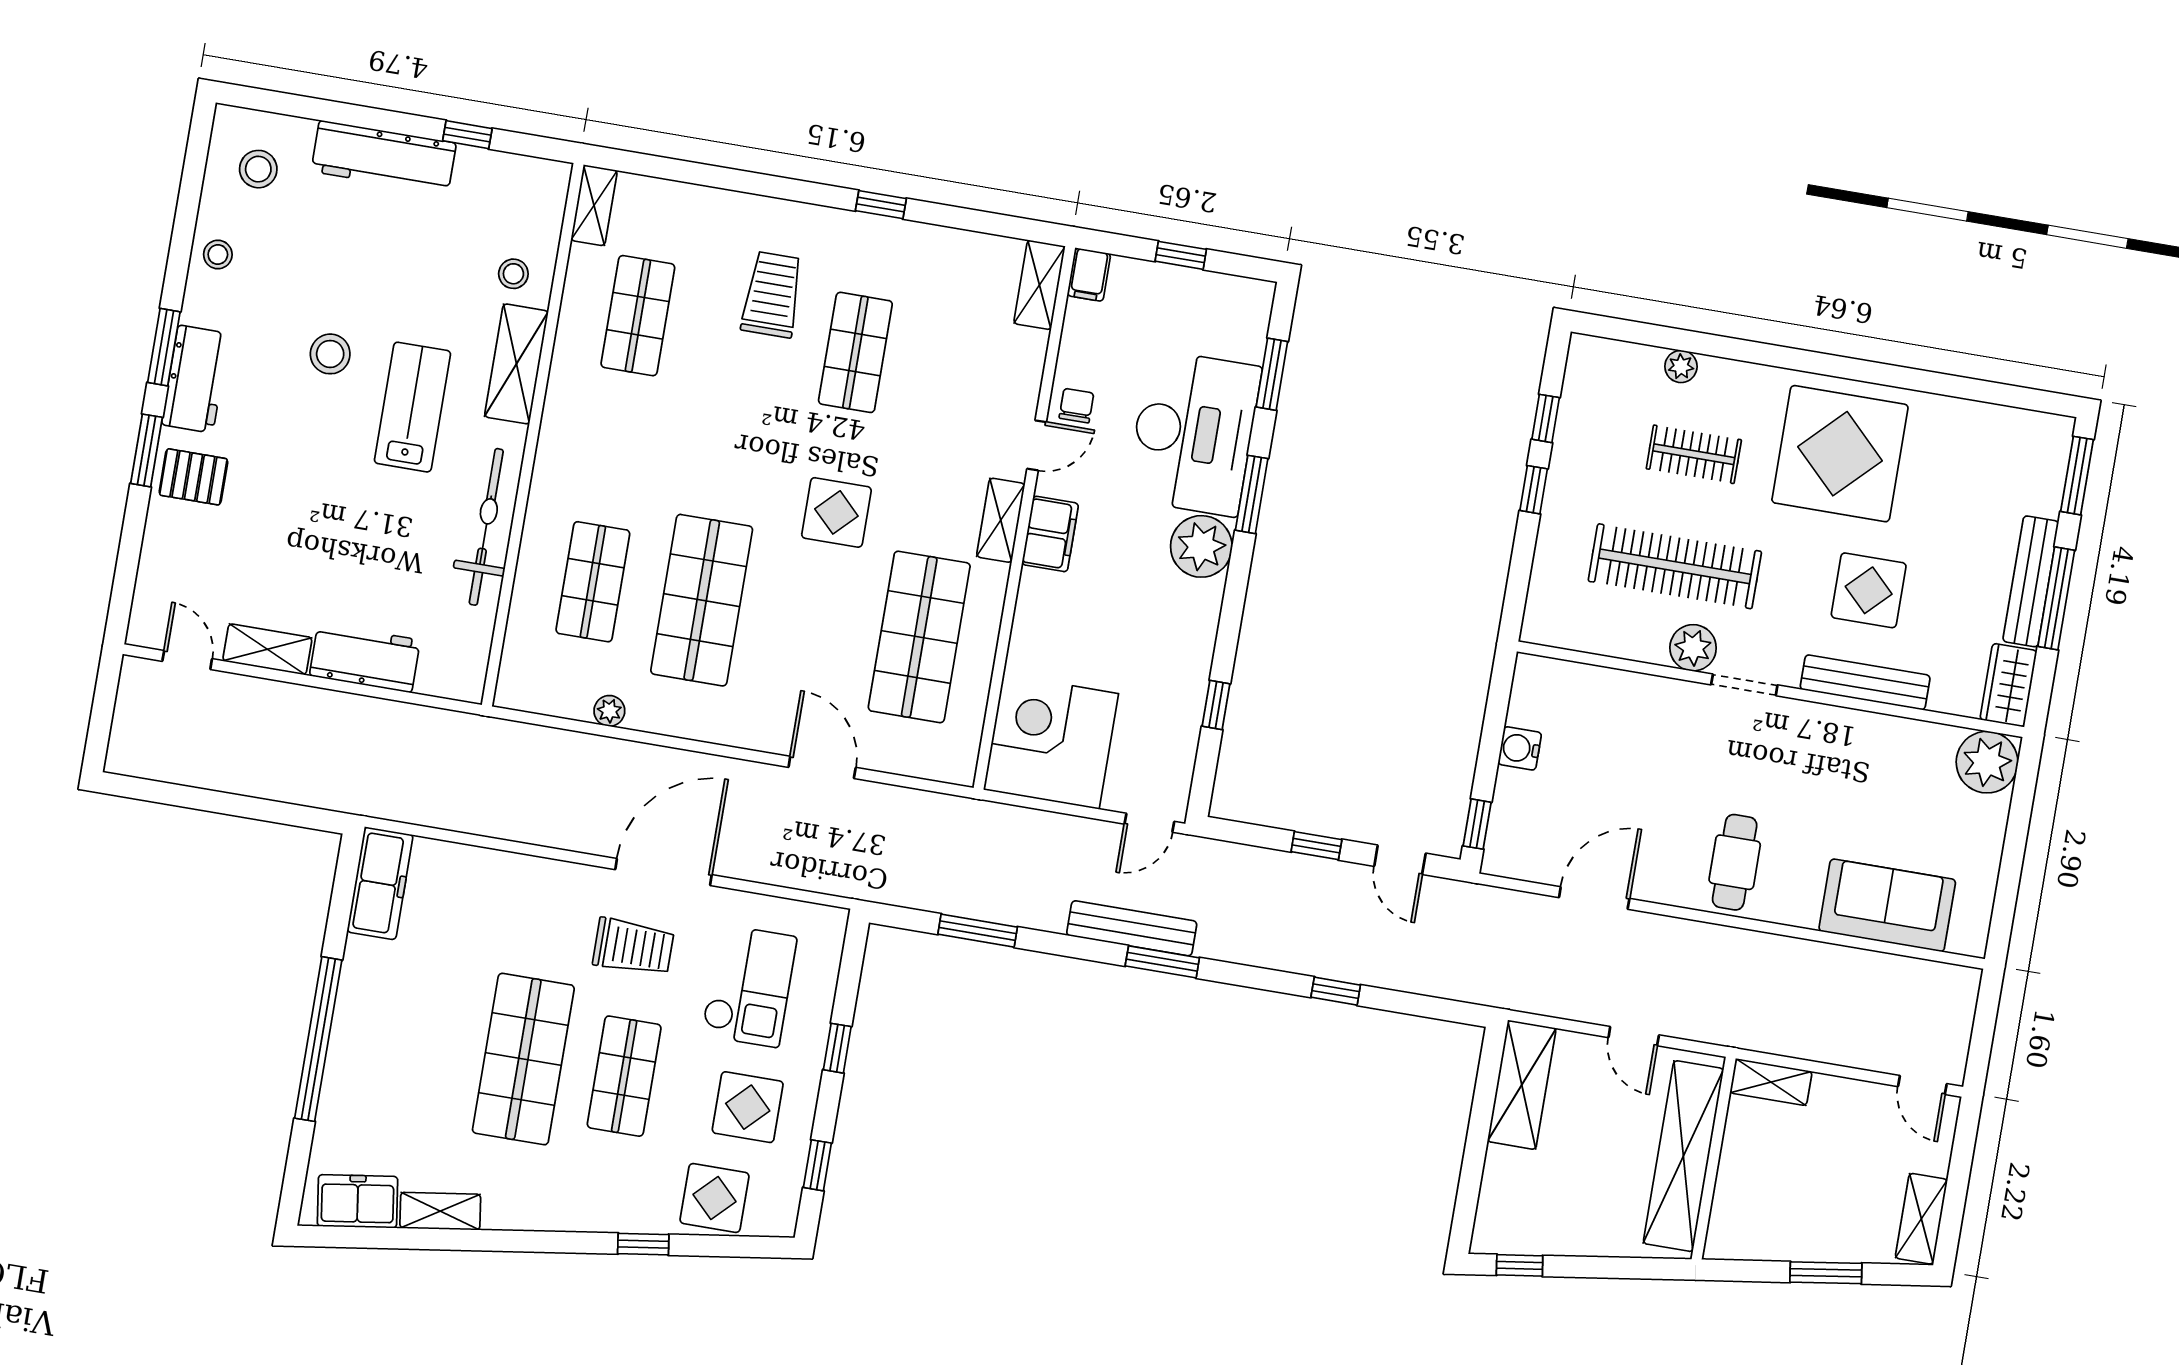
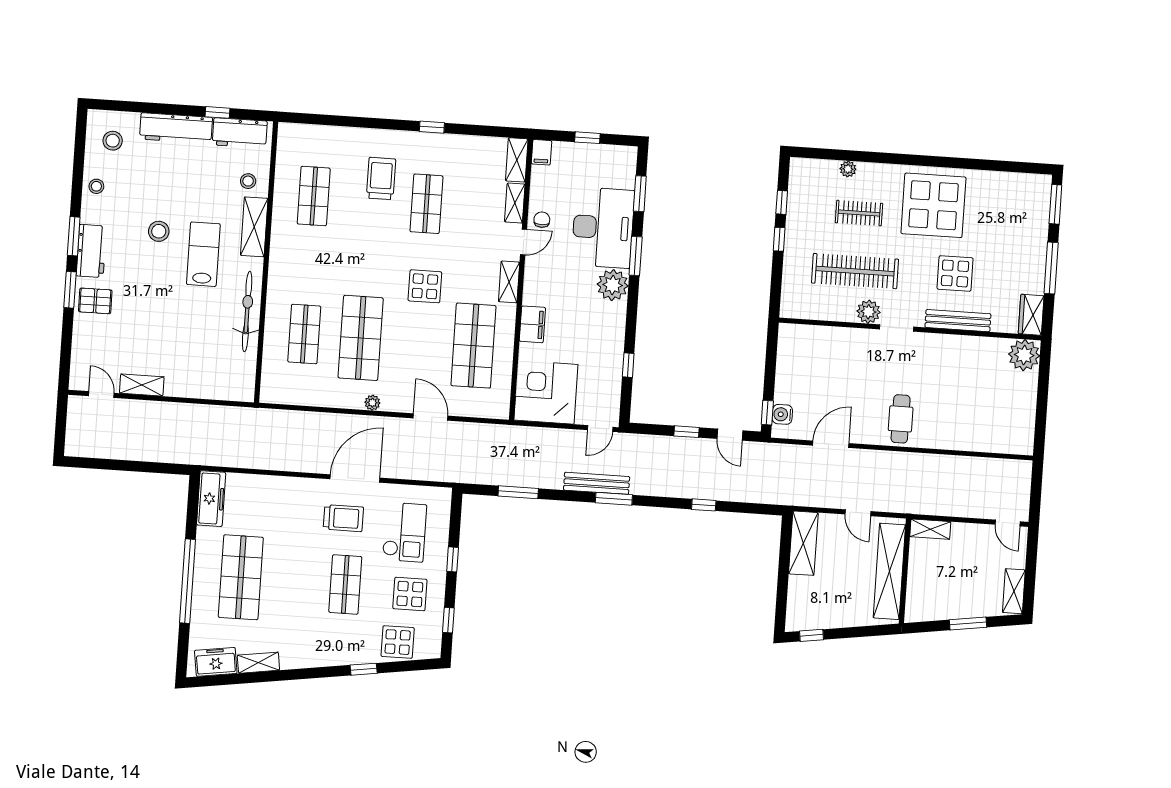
shelving: (594, 205) -> (515, 203), moved
filing cabinet: (1050, 534) -> (532, 324), moved
bench: (2031, 581) -> (1037, 261), removed
workbench: (365, 658) -> (240, 133), moved, turned 180
plant: (609, 711) -> (372, 403), moved
water cooler: (1520, 748) -> (782, 414), moved
sofa: (1887, 905) -> (981, 433), removed
shop shelf: (523, 1059) -> (241, 577), moved

